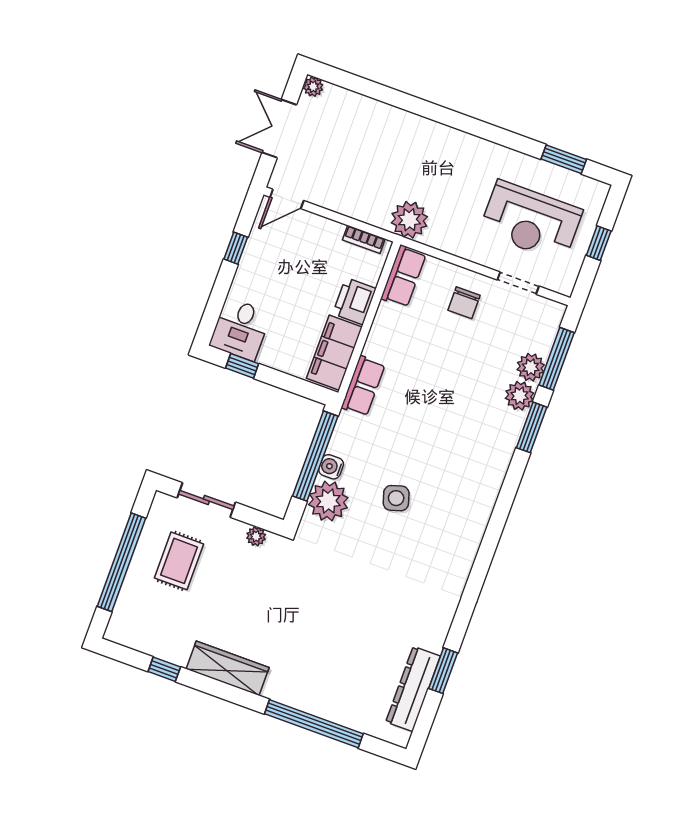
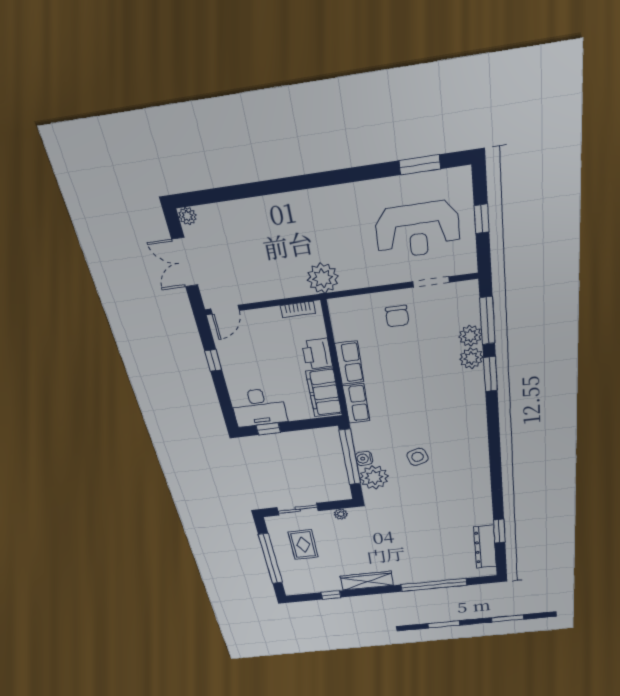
row of seats: (403, 276) -> (349, 363), moved
desk: (240, 329) -> (259, 407), width x1.37

